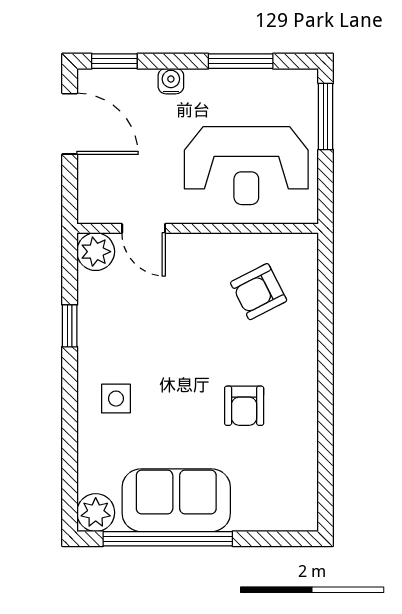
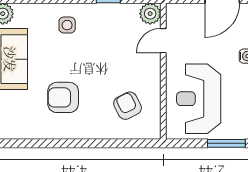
armchair: (244, 406) -> (63, 97), width x1.38, depth x1.38

